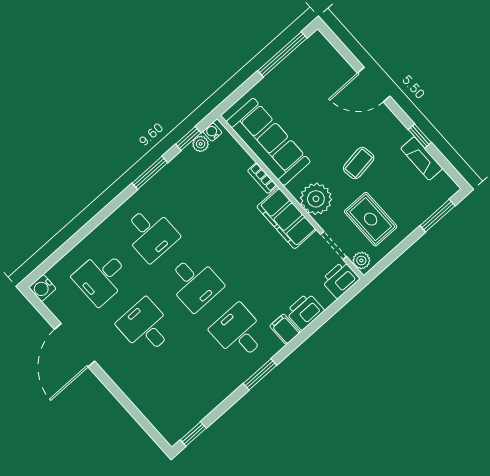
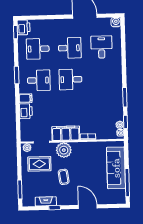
door: (374, 85) -> (88, 207), hinge flipped
sofa: (268, 142) -> (116, 168), moved, turned 90
desk: (150, 234) -> (38, 49), moved
printer: (340, 280) -> (24, 27), moved

